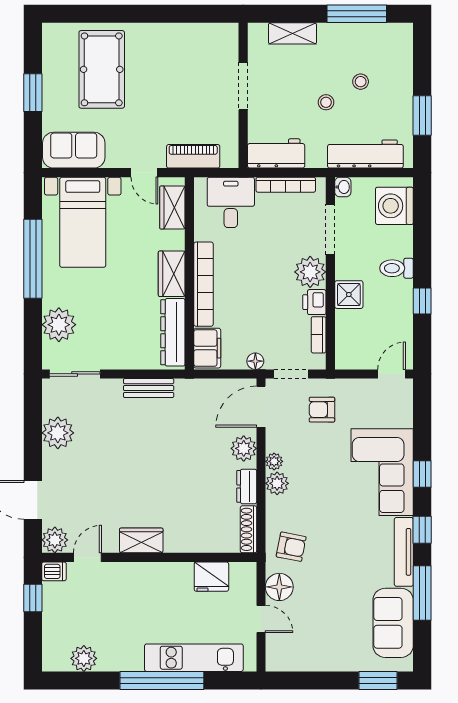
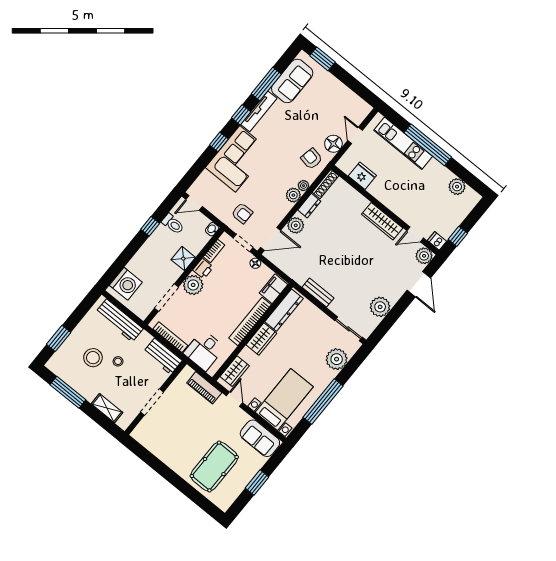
stool: (361, 82) -> (93, 358), width x1.89, depth x1.89
window: (422, 116) -> (59, 338), moved
washbasin: (343, 187) -> (212, 229), moved
toilet: (397, 268) -> (173, 224), moved
plant: (274, 461) -> (303, 186), moved
wardrobe: (141, 540) -> (382, 221), width x1.50

